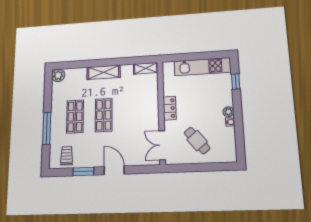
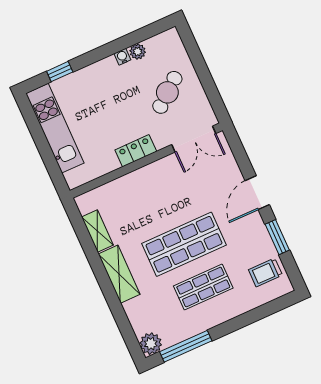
shelving: (146, 68) -> (97, 231), moved
plant: (228, 112) -> (138, 52), moved
shop shelf: (104, 115) -> (184, 244), width x1.43, depth x1.36
window: (47, 128) -> (186, 346), moved

